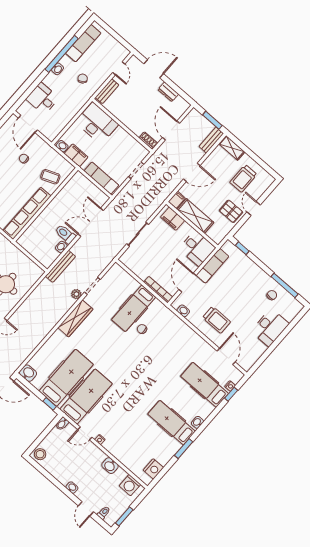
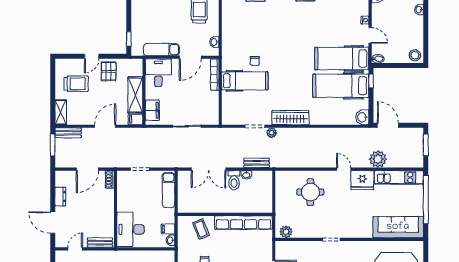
filing cabinet: (76, 155) -> (168, 229), width x0.50
door: (192, 172) -> (105, 126), hinge flipped
bench: (60, 266) -> (257, 163), width x0.73

